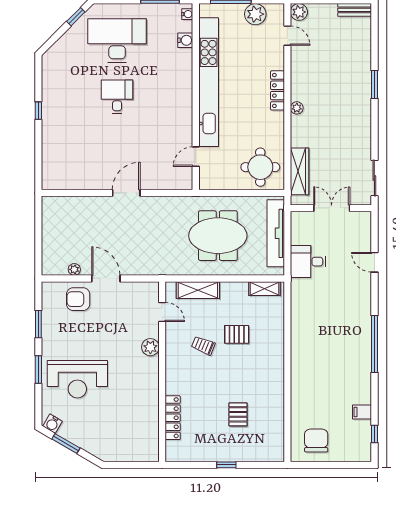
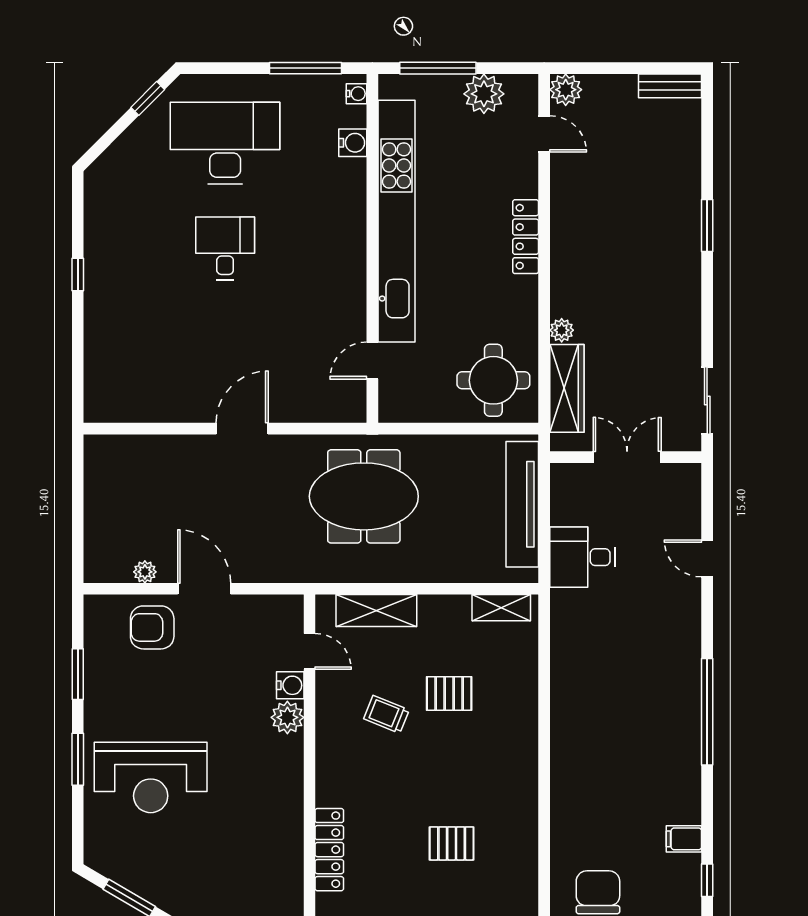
plant: (297, 108) -> (562, 330), moved
meeting table: (218, 236) -> (364, 496), moved
pallet: (238, 414) -> (452, 843), turned 90
water cooler: (52, 424) -> (290, 685), moved, turned -120

